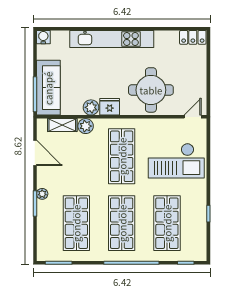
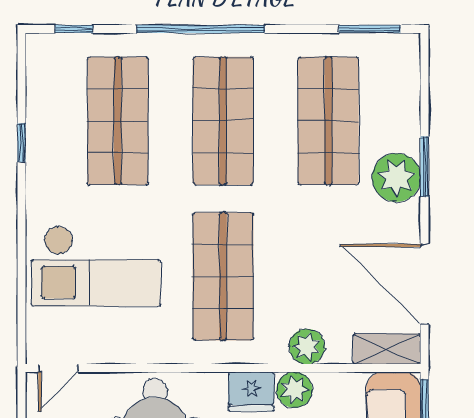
shelving: (62, 125) -> (387, 349), moved
door: (35, 153) -> (425, 284), width x1.36
checkout: (176, 161) -> (96, 266), turned 180
plant: (42, 194) -> (396, 178), width x1.88, depth x1.88

